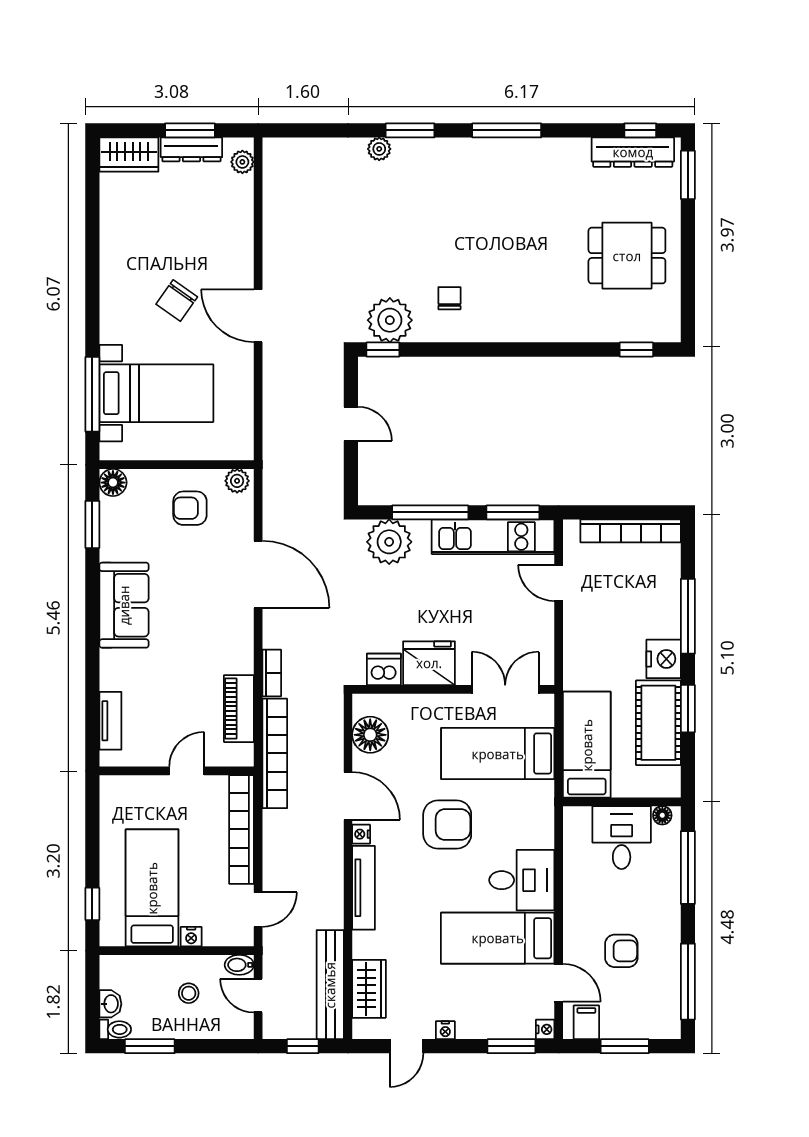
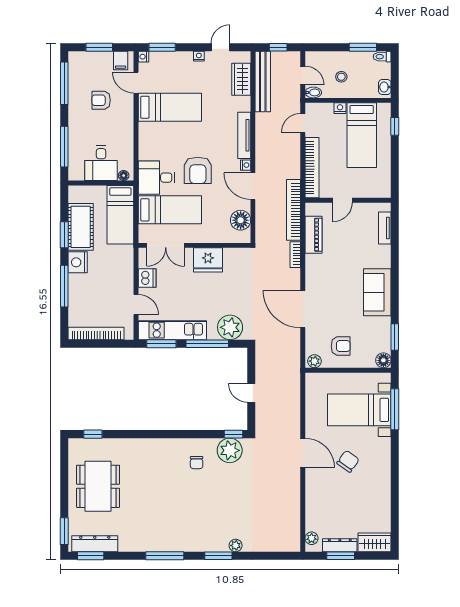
window: (640, 130) -> (91, 556), width x1.50
dining table: (627, 256) -> (98, 486), width x1.38
dishwasher: (384, 669) -> (147, 278), moved, turned -90
floor lamp: (662, 815) -> (124, 176), moved
armchair: (447, 824) -> (198, 170), turned -90
desk: (522, 880) -> (156, 178), moved
washbasin: (110, 1004) -> (385, 87), moved

